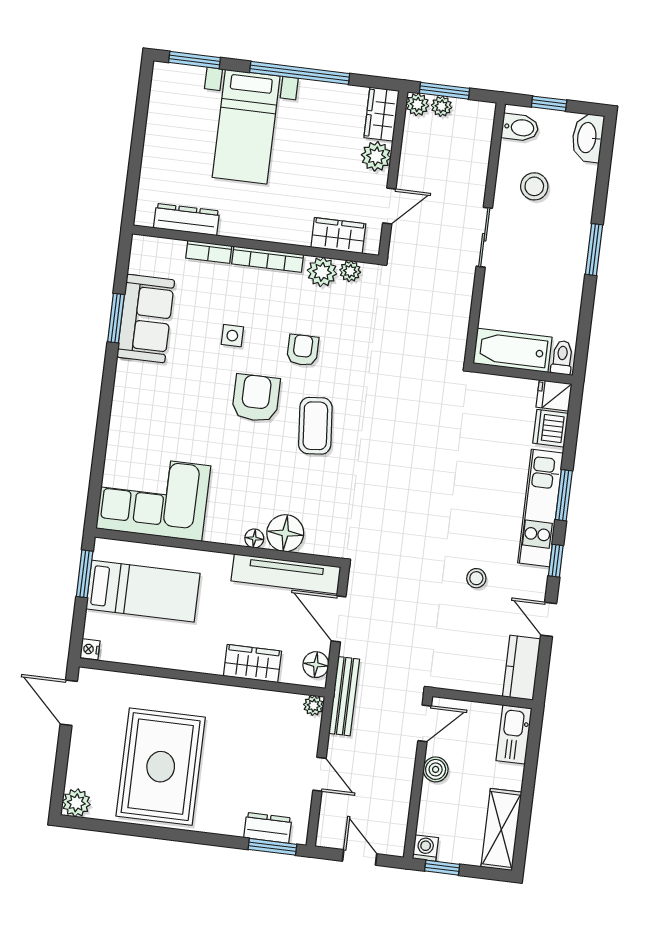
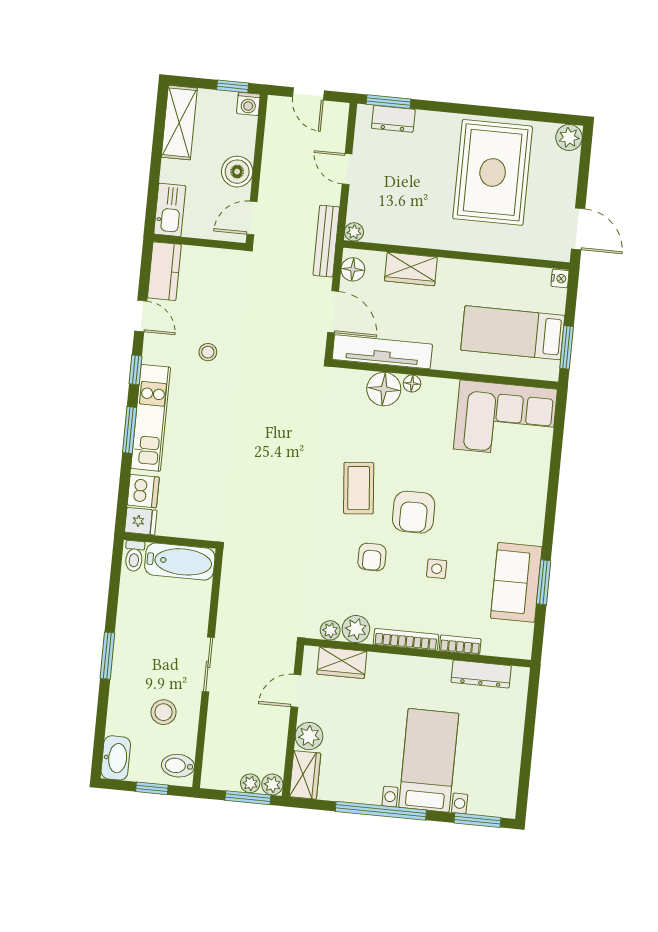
boiler: (436, 769) -> (237, 172), width x1.36, depth x1.36

